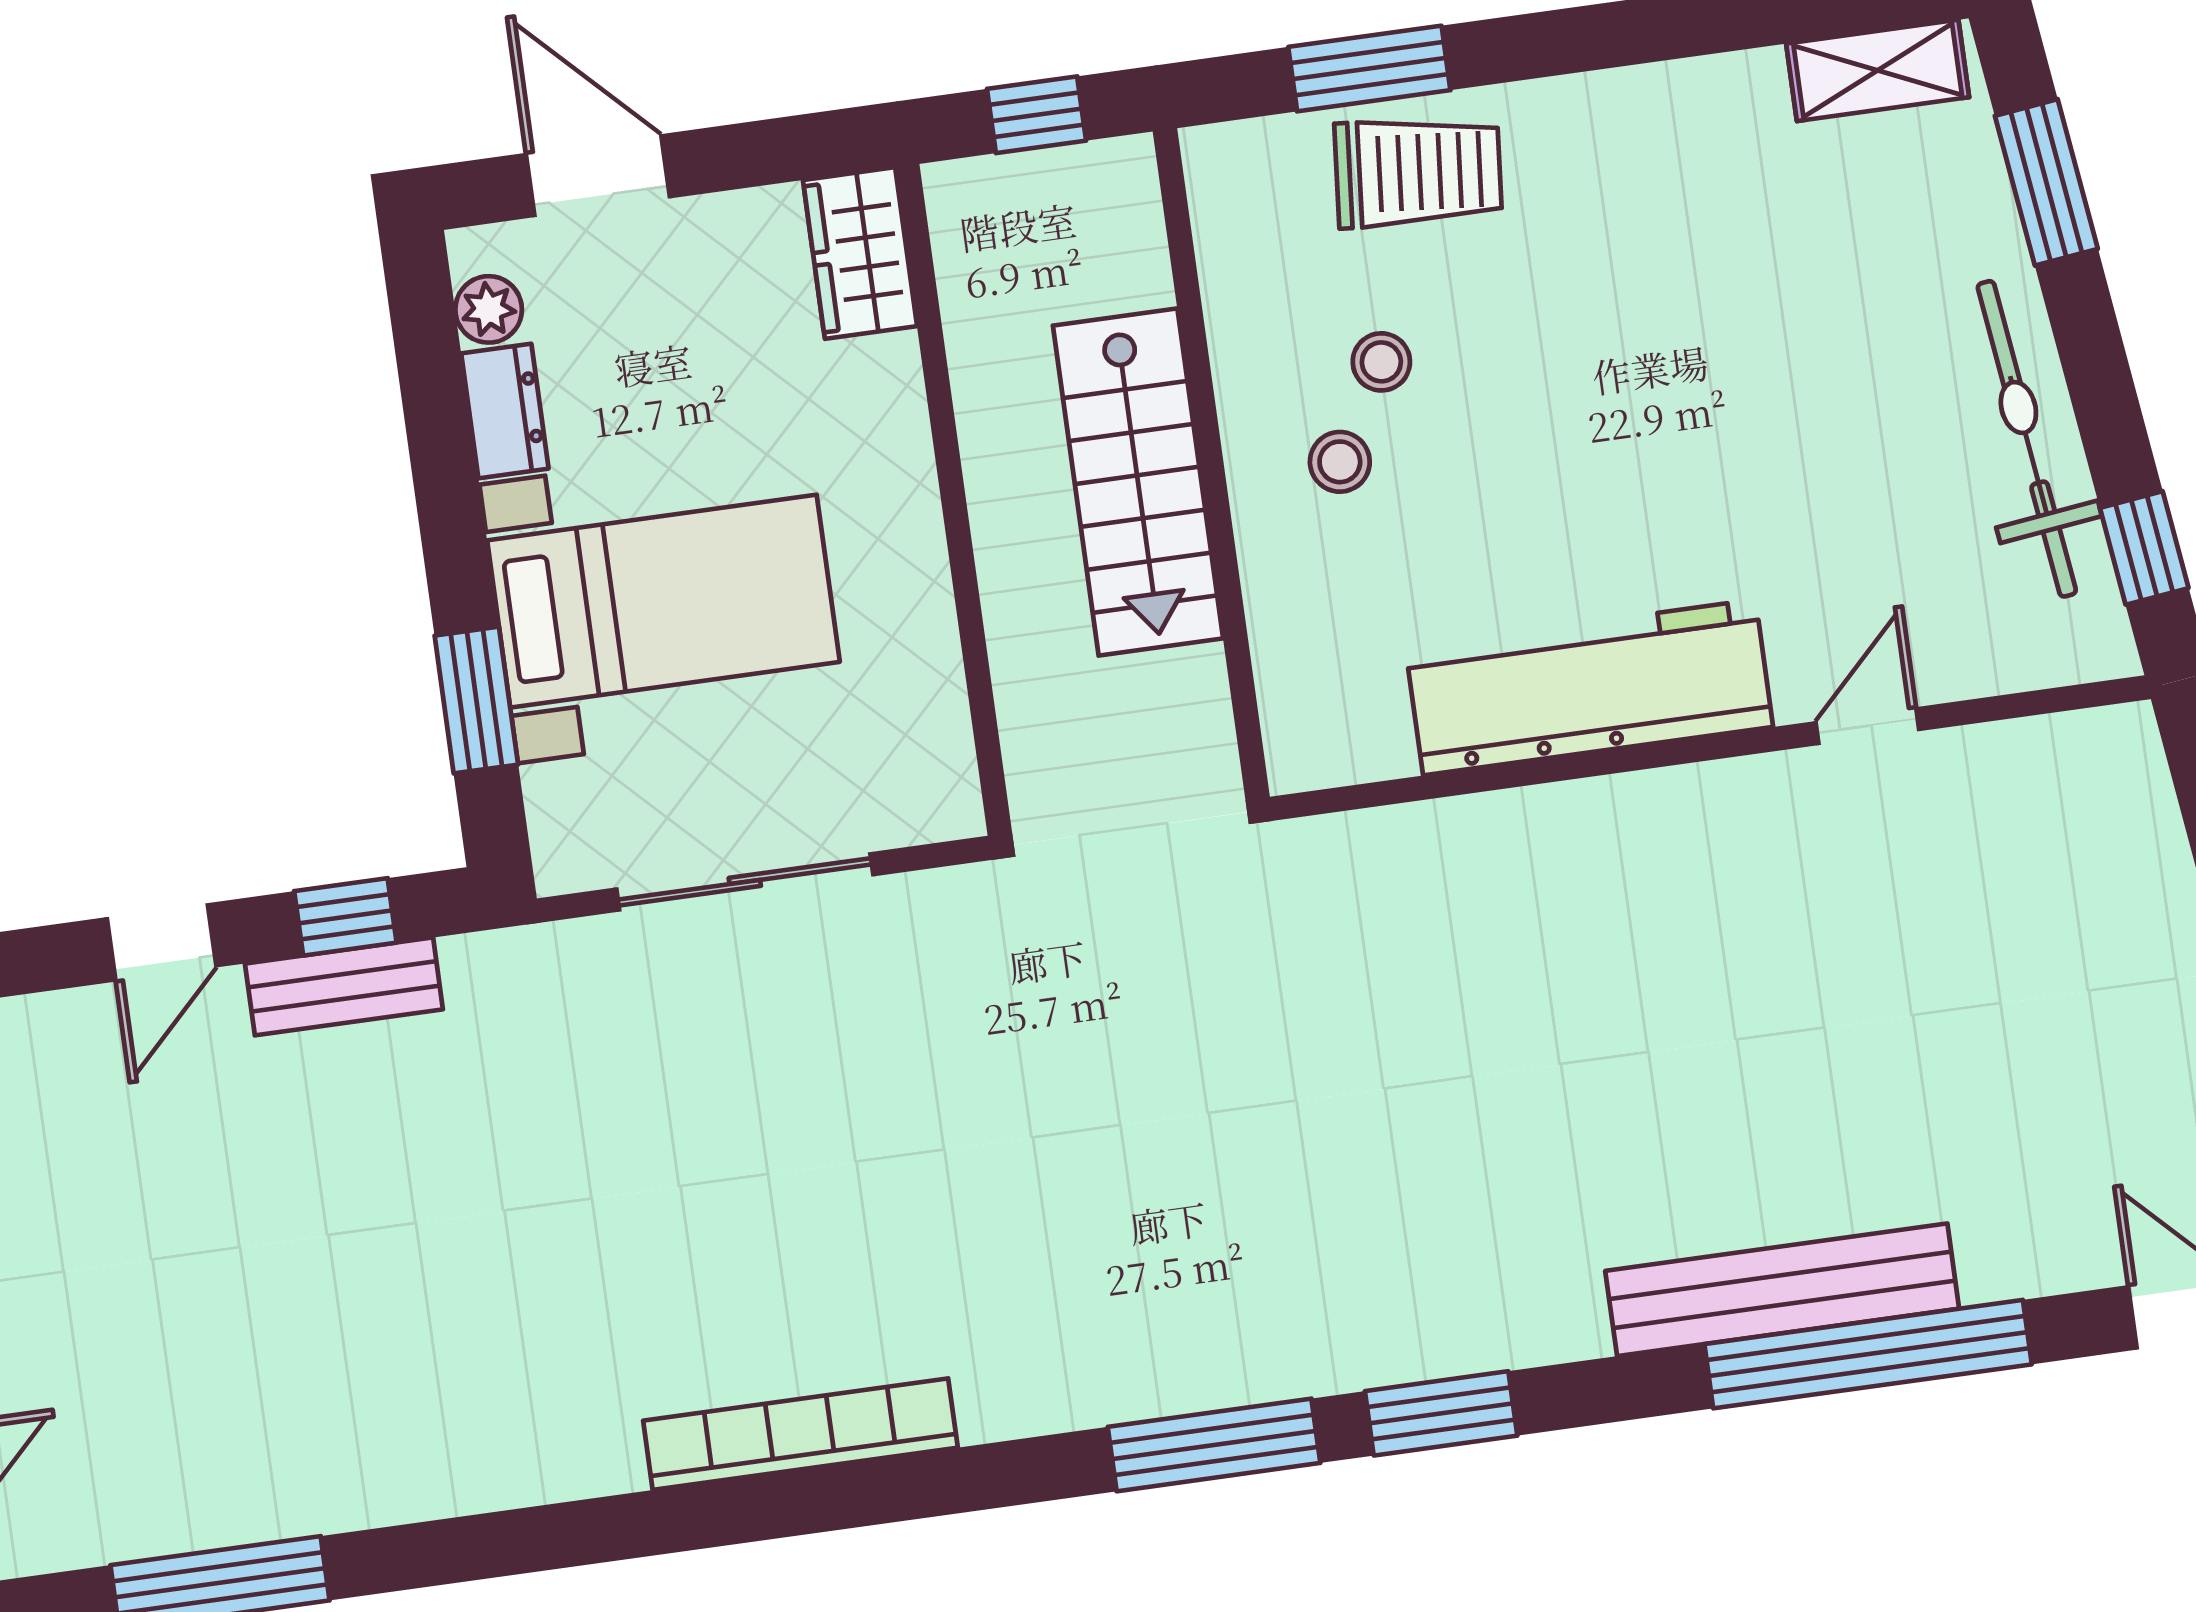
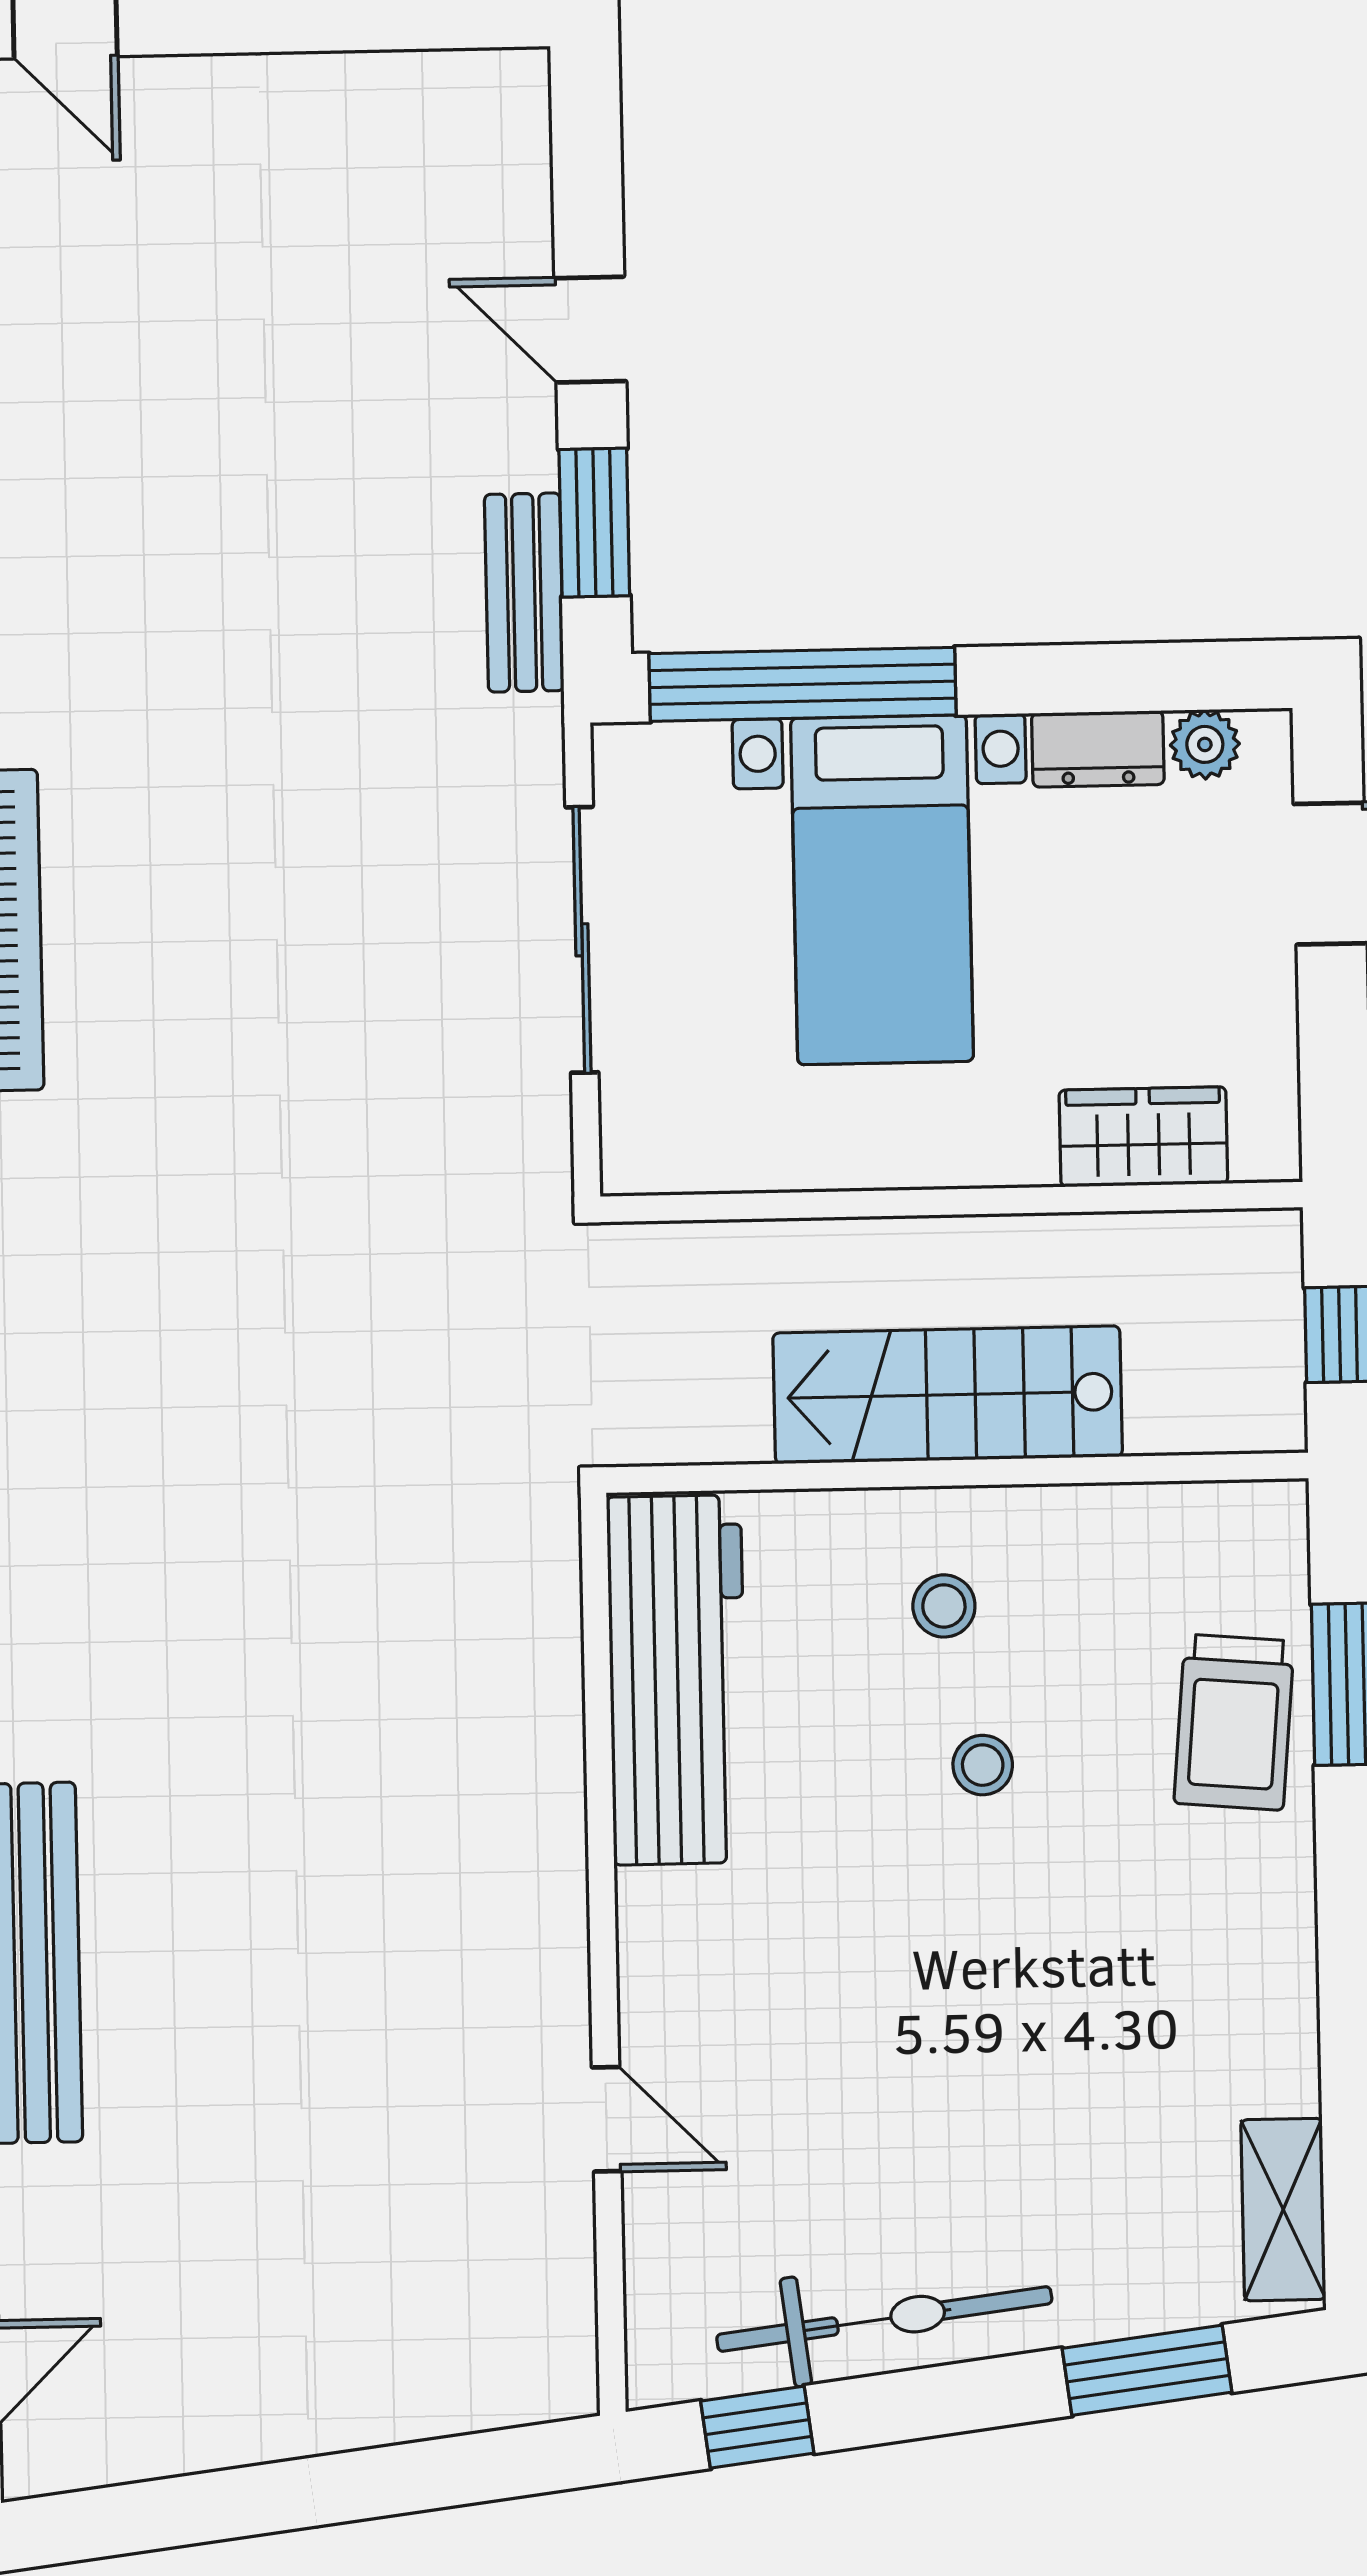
wardrobe: (860, 253) -> (1143, 1137), moved
stool: (1381, 362) -> (983, 1765), moved
workbench: (1589, 687) -> (677, 1680), moved
window: (476, 700) -> (802, 684), width x2.11
window: (345, 917) -> (594, 523), width x1.50
bench: (344, 986) -> (524, 593), moved

